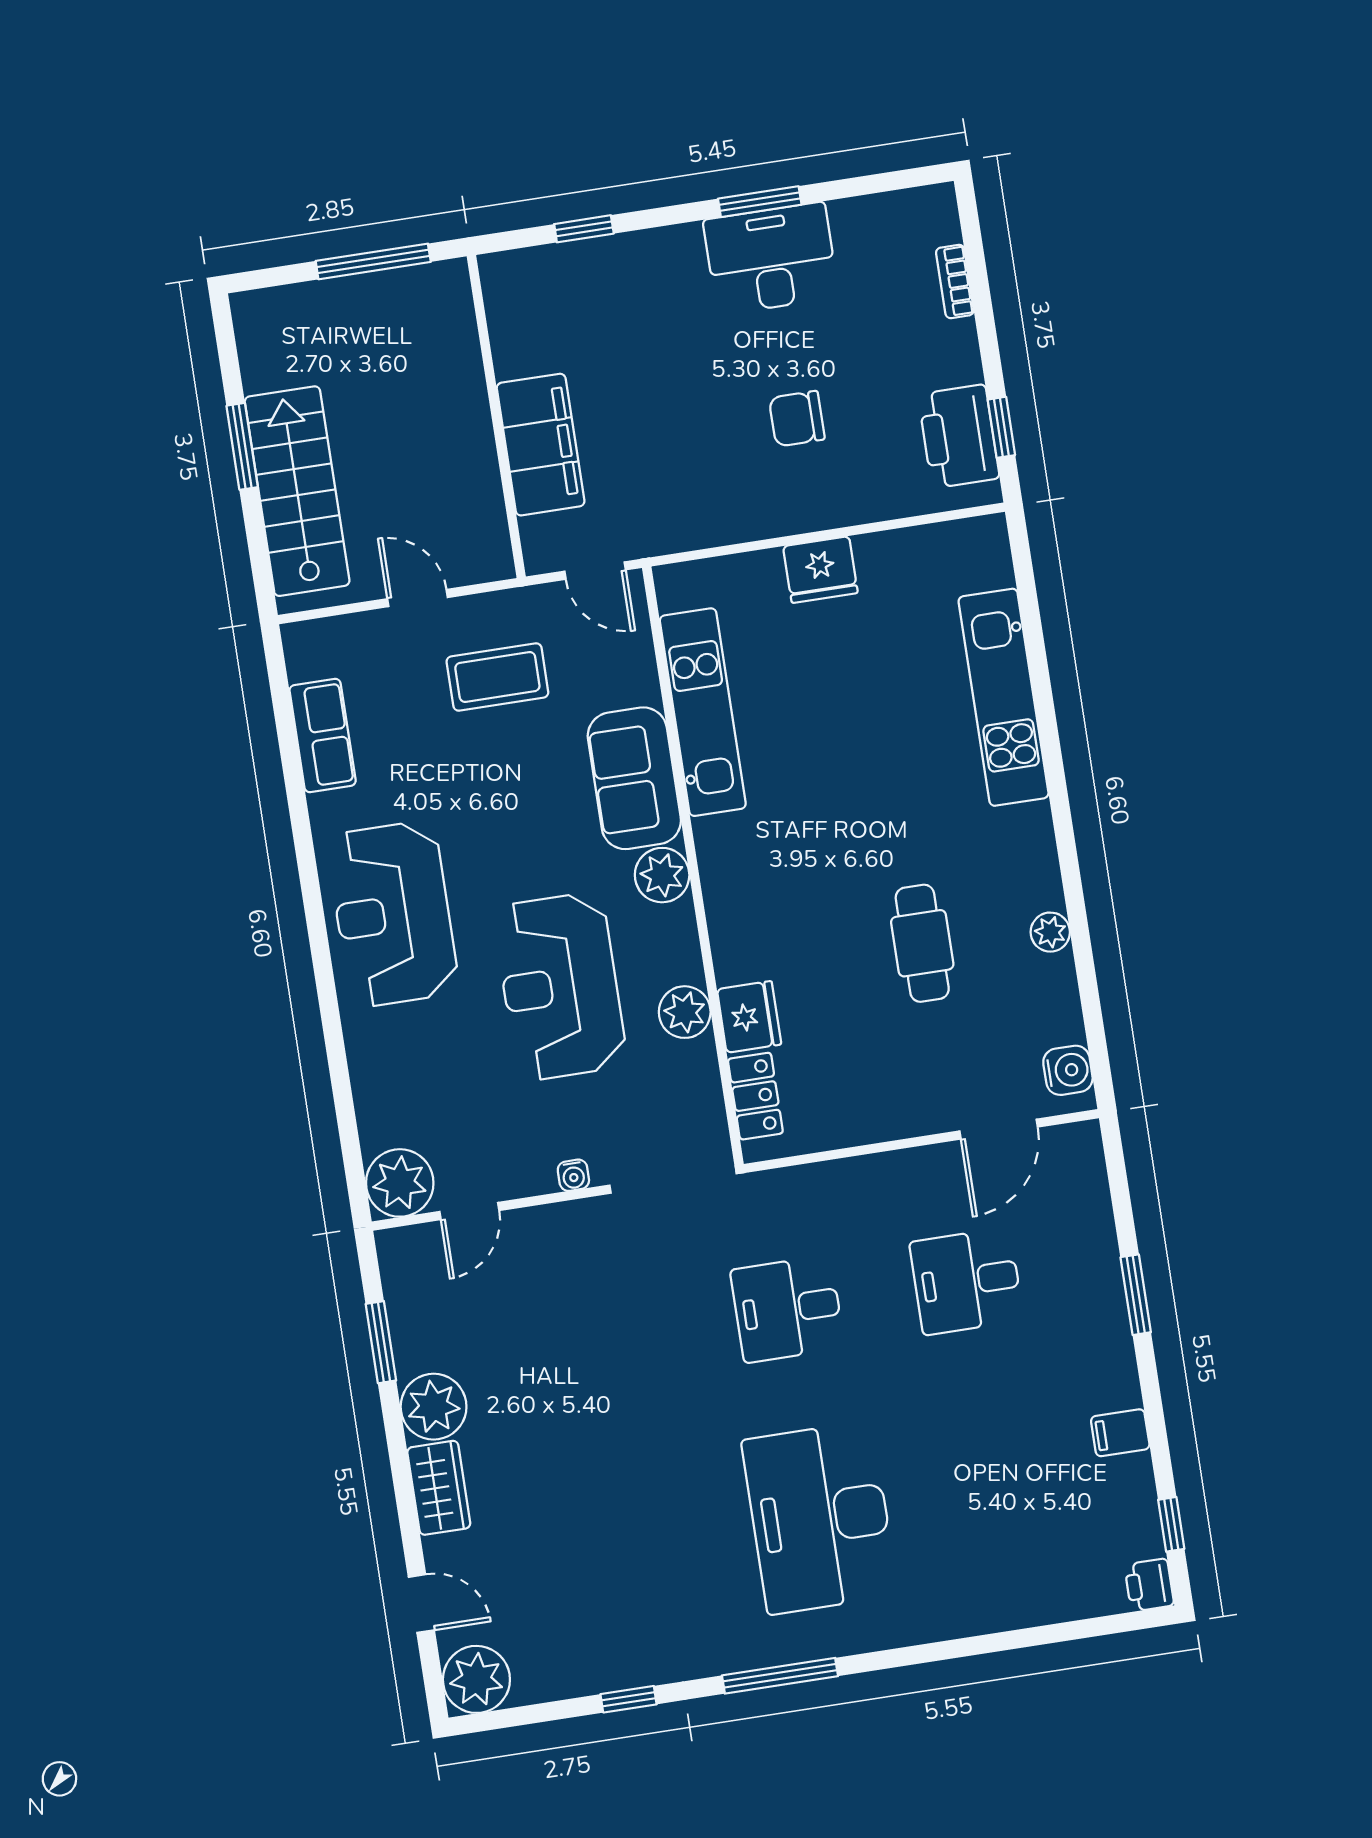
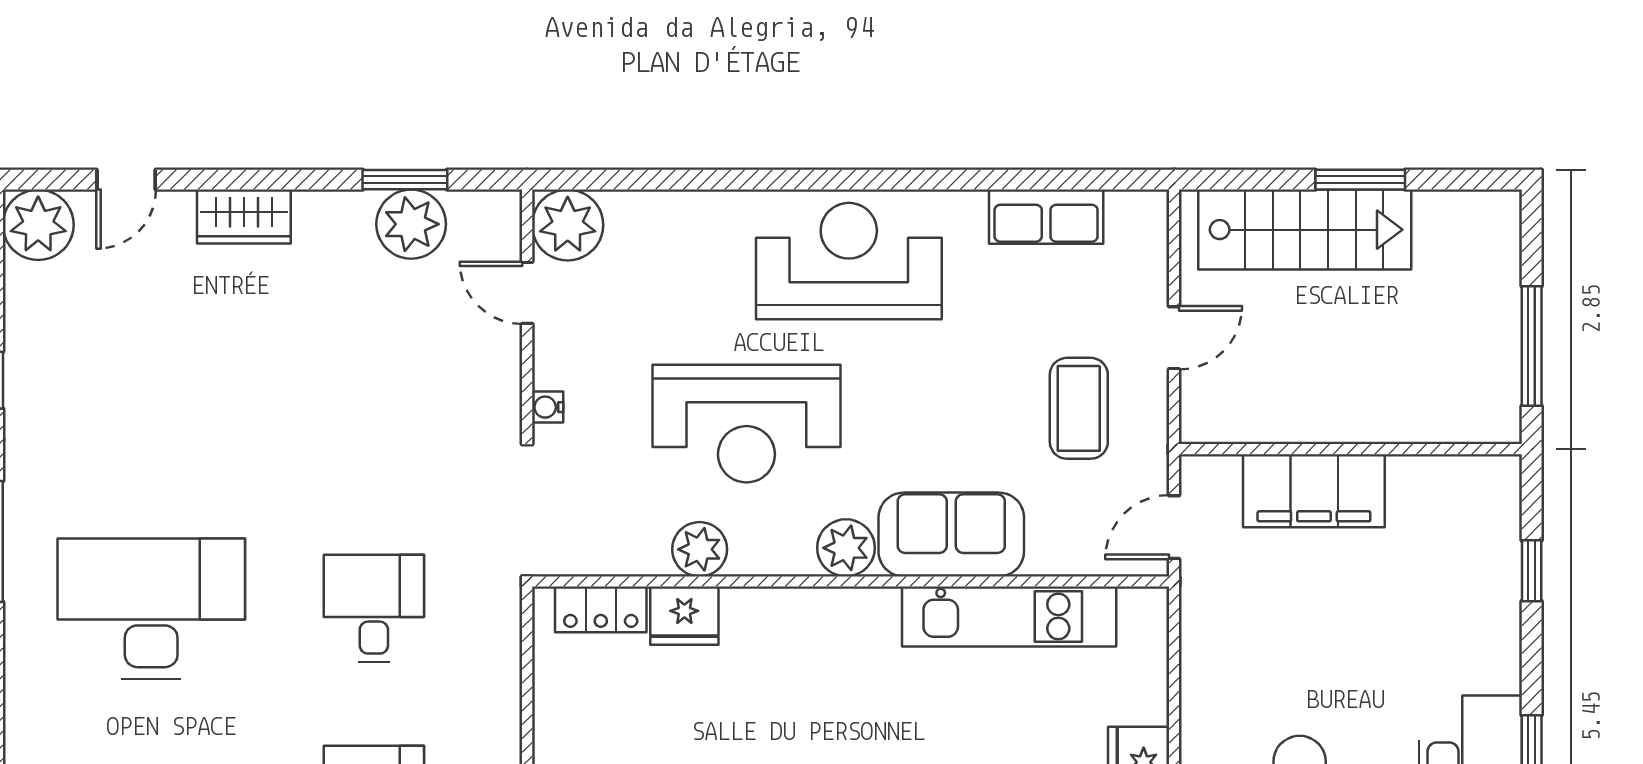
reception desk: (560, 986) -> (746, 424), turned 180
plant: (434, 1407) -> (411, 224), moved

